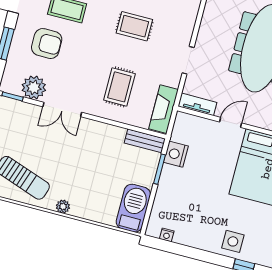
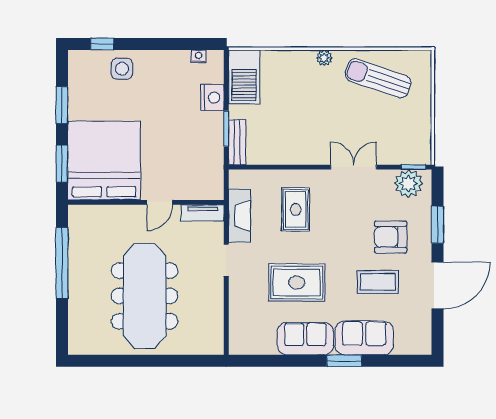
rug: (134, 26) -> (297, 282), width x1.36, depth x1.43
plant: (34, 87) -> (408, 184), moved
fireplace: (163, 109) -> (239, 216), moved
bench: (145, 141) -> (237, 142), moved, turned 90
nightstand: (176, 154) -> (212, 97), moved

